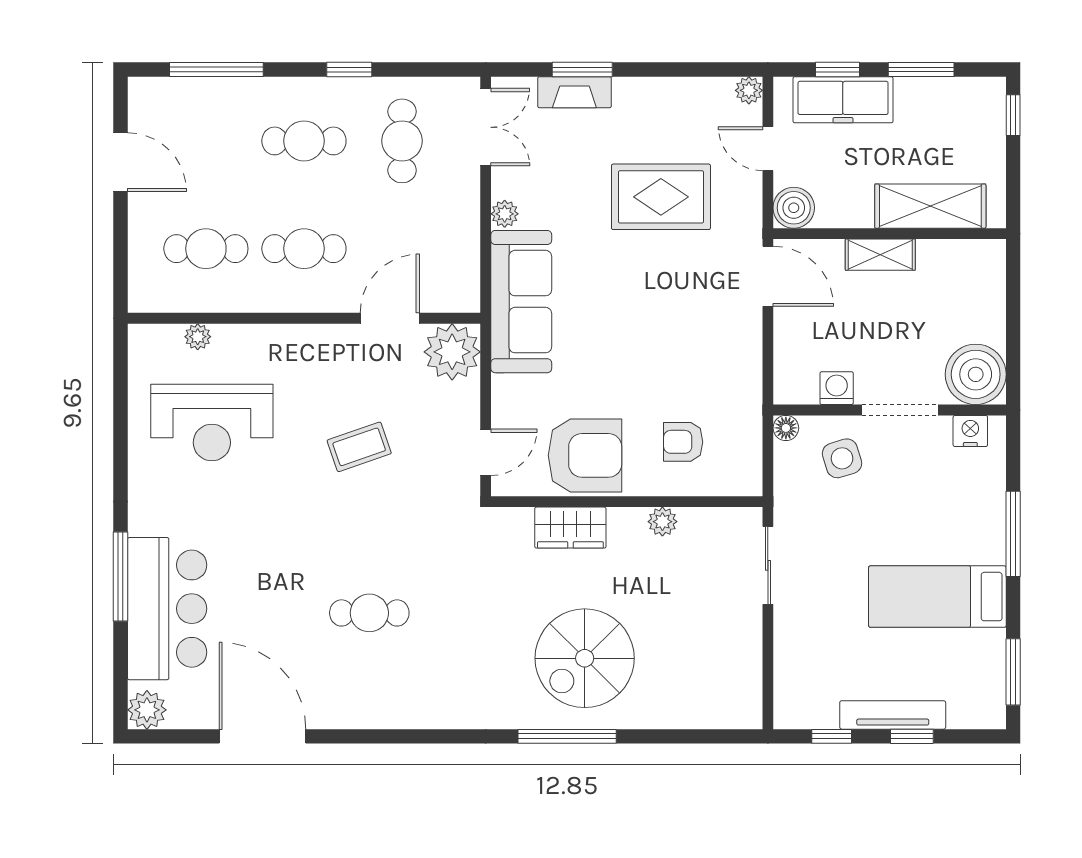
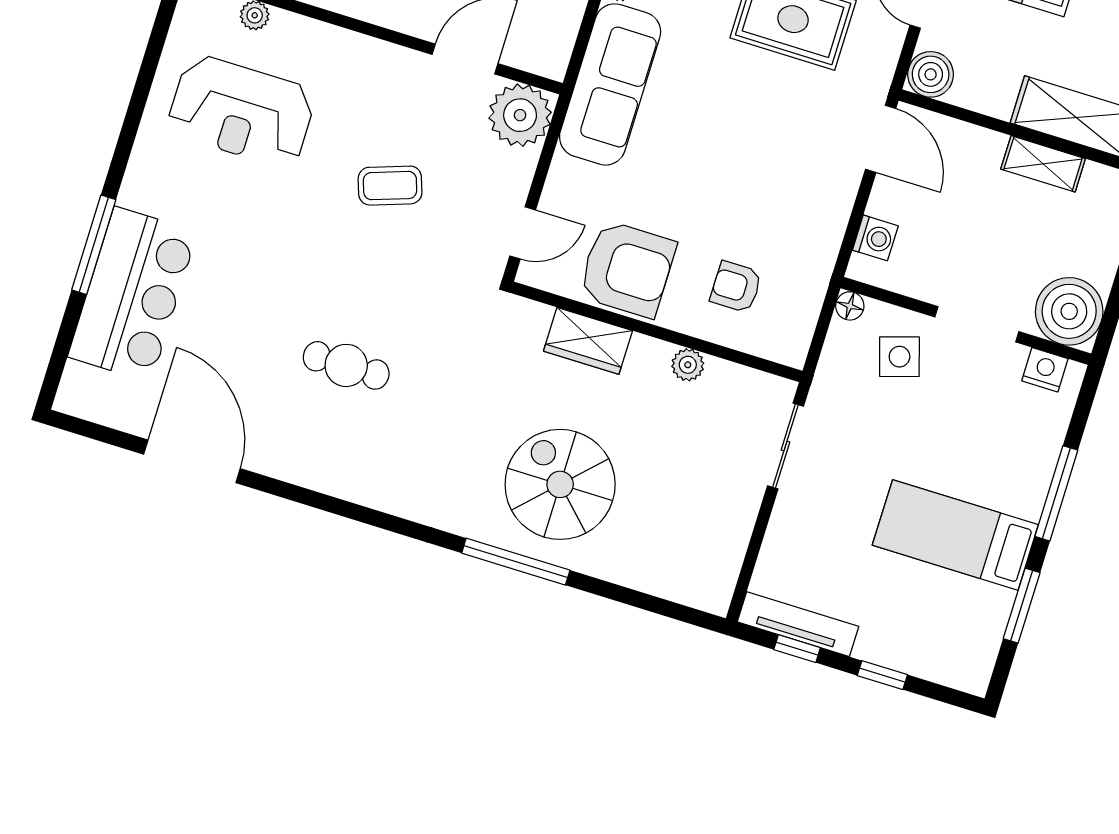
shelving: (880, 255) -> (1043, 164), moved
washing machine: (837, 388) -> (875, 238), moved, turned 90
spiral stairs: (585, 658) -> (560, 484), turned 90
window: (1013, 672) -> (1022, 606), moved
plant: (147, 710) -> (78, 395), removed
tv unit: (893, 715) -> (798, 624), moved

